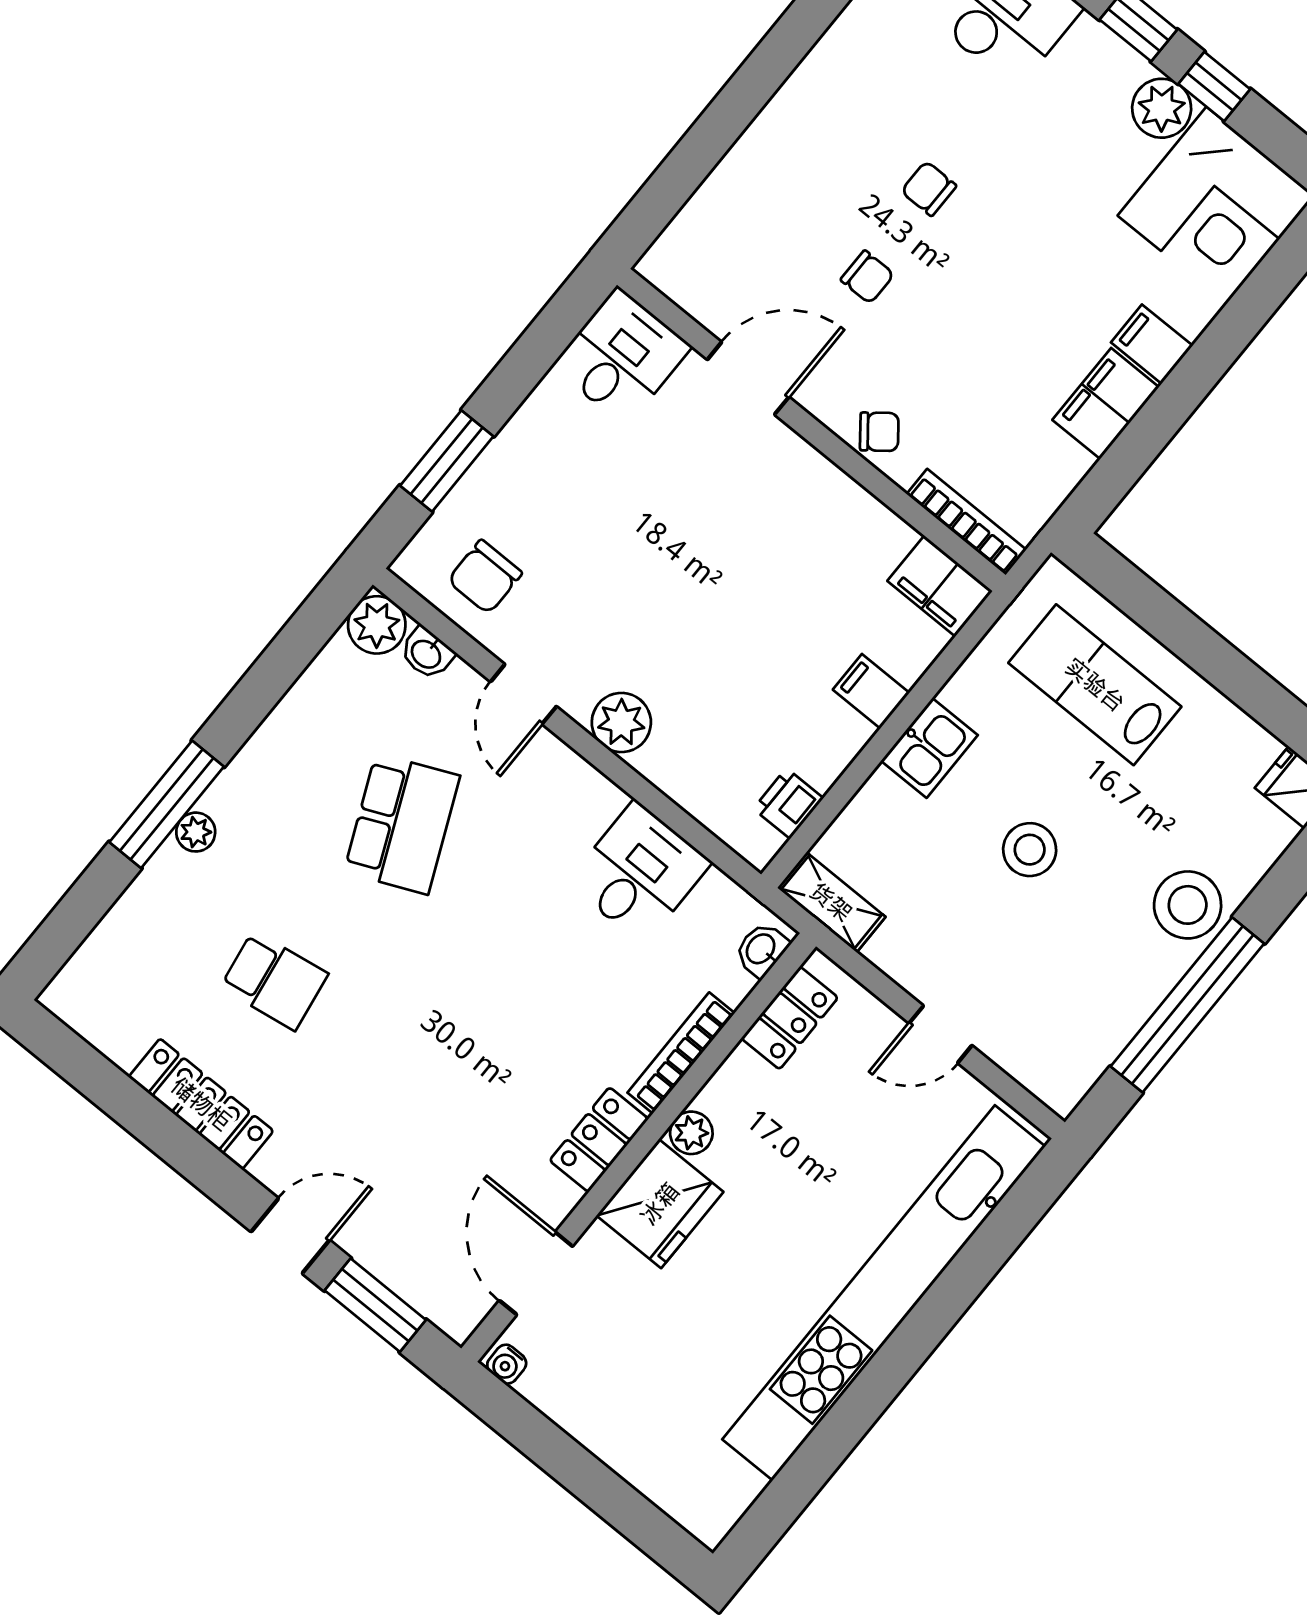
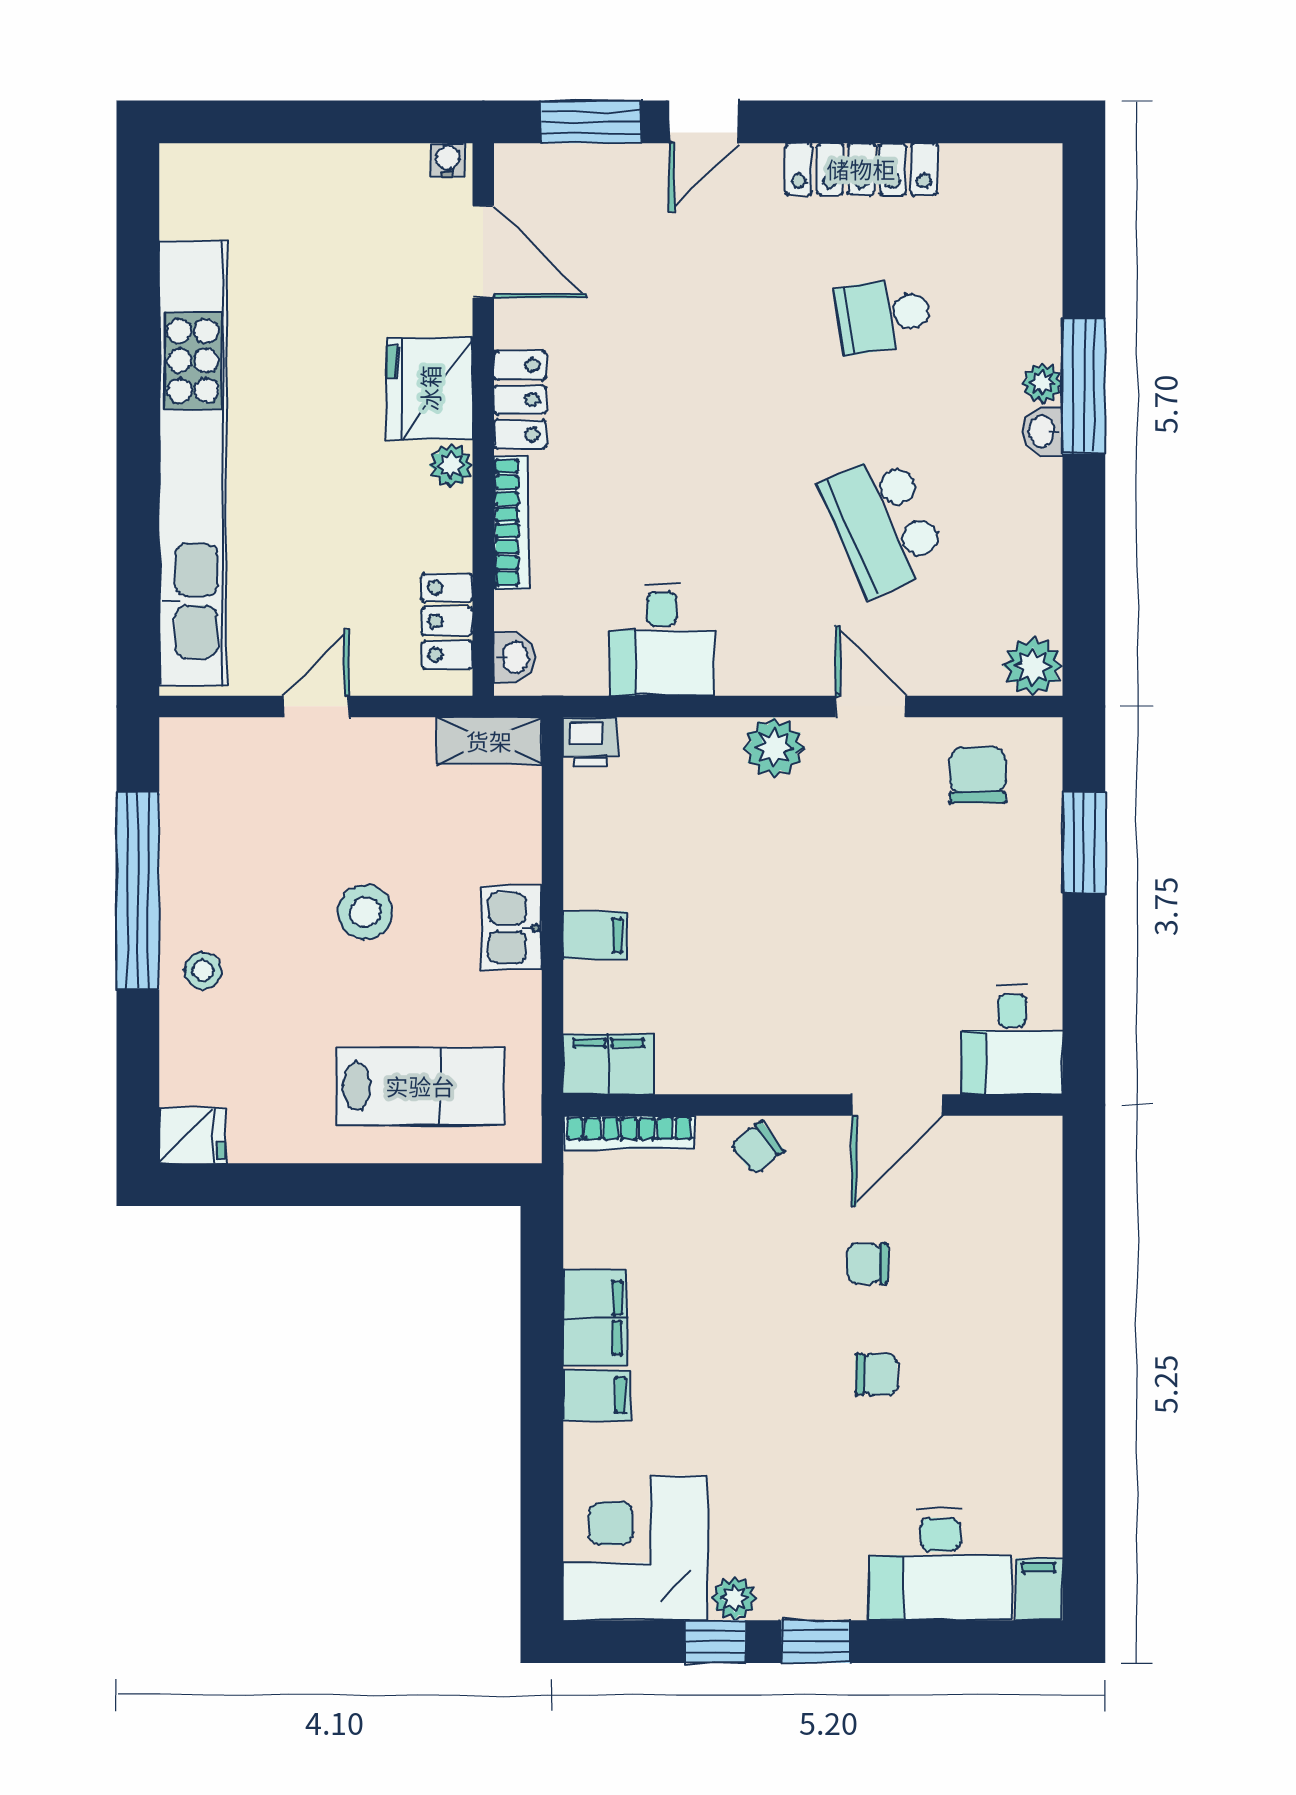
plant: (1162, 108) -> (734, 1598), width x0.73, depth x0.73
washbasin: (427, 653) -> (1043, 432), moved, turned -90
printer: (788, 804) -> (590, 742), moved, turned 90
stool: (1188, 905) -> (203, 971), width x0.53, depth x0.53

